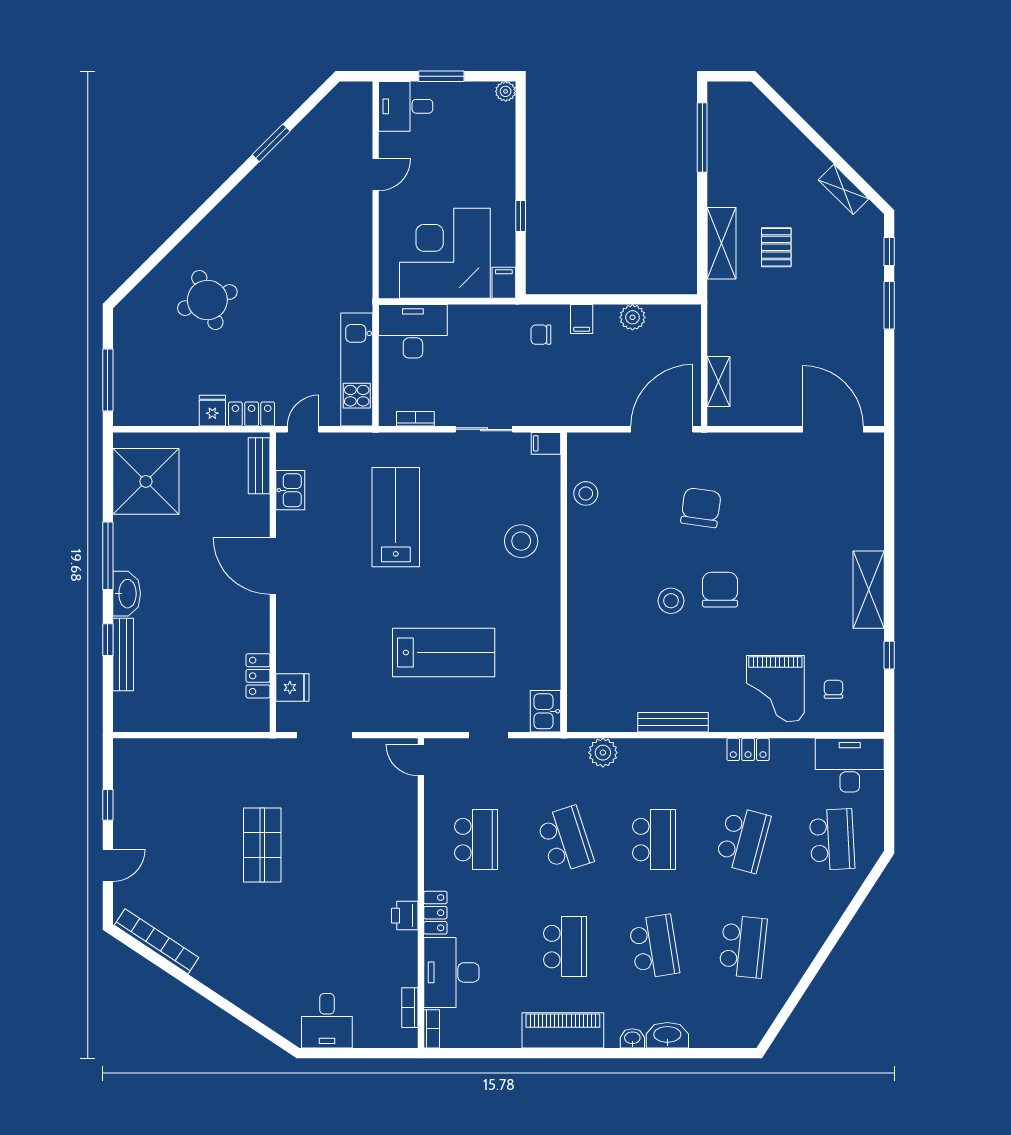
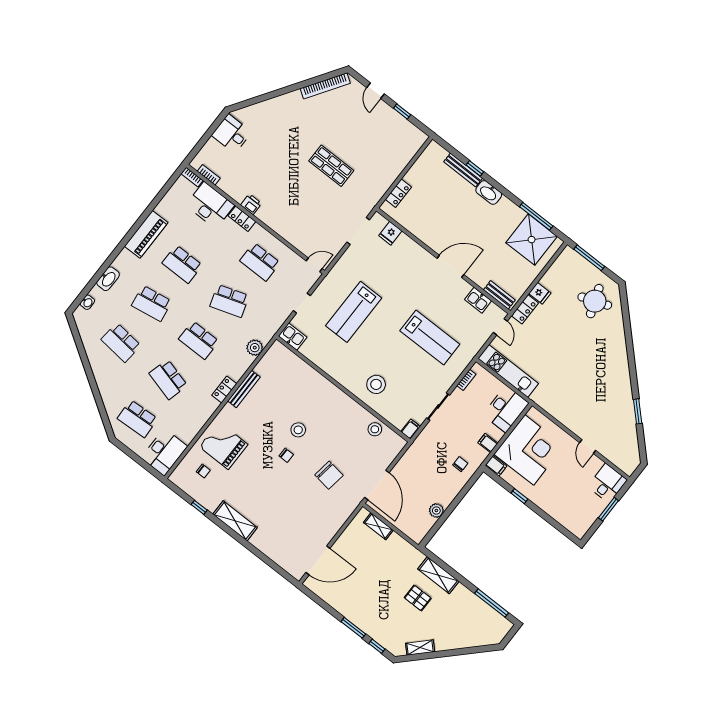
plant: (506, 91) -> (580, 532), removed
round table: (207, 300) -> (595, 301), moved
filing cabinet: (582, 319) -> (488, 443), moved
window: (108, 556) -> (536, 216), moved
chair: (720, 590) -> (286, 455), width x0.54, depth x0.54
locker: (258, 676) -> (398, 193), moved, turned 90
locker: (748, 749) -> (224, 390), moved
washbasin: (632, 1038) -> (87, 302), moved

